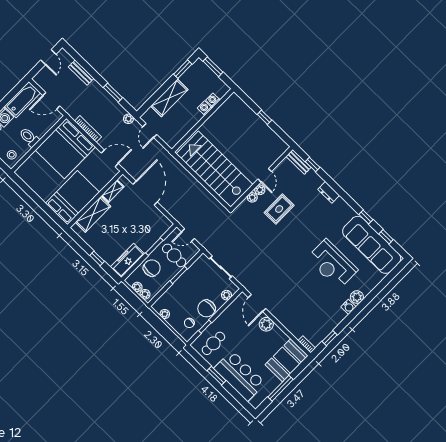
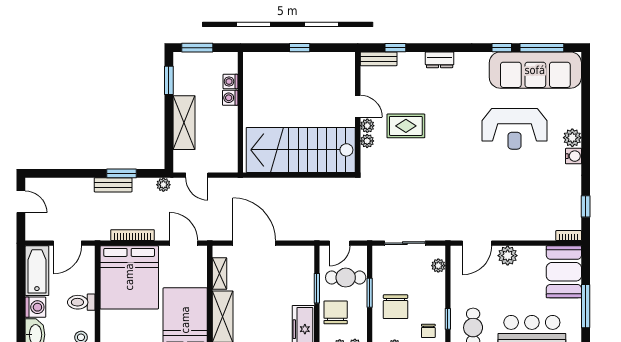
bench: (81, 73) -> (113, 185), moved
door: (110, 158) -> (184, 243), hinge flipped
rug: (279, 209) -> (406, 126), turned 90
window: (386, 237) -> (542, 48), width x2.17
door: (257, 303) -> (477, 243), hinge flipped
chair: (206, 308) -> (396, 307), moved

